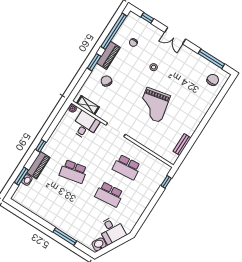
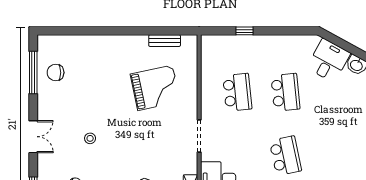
chair: (213, 80) -> (56, 73), moved
grand piano: (154, 105) -> (155, 88), moved
window: (166, 182) -> (244, 31), moved

